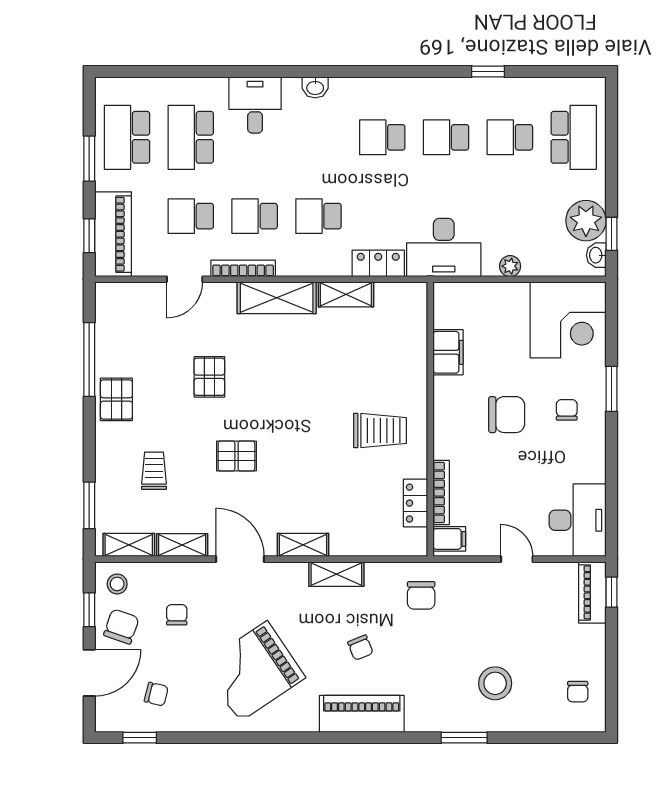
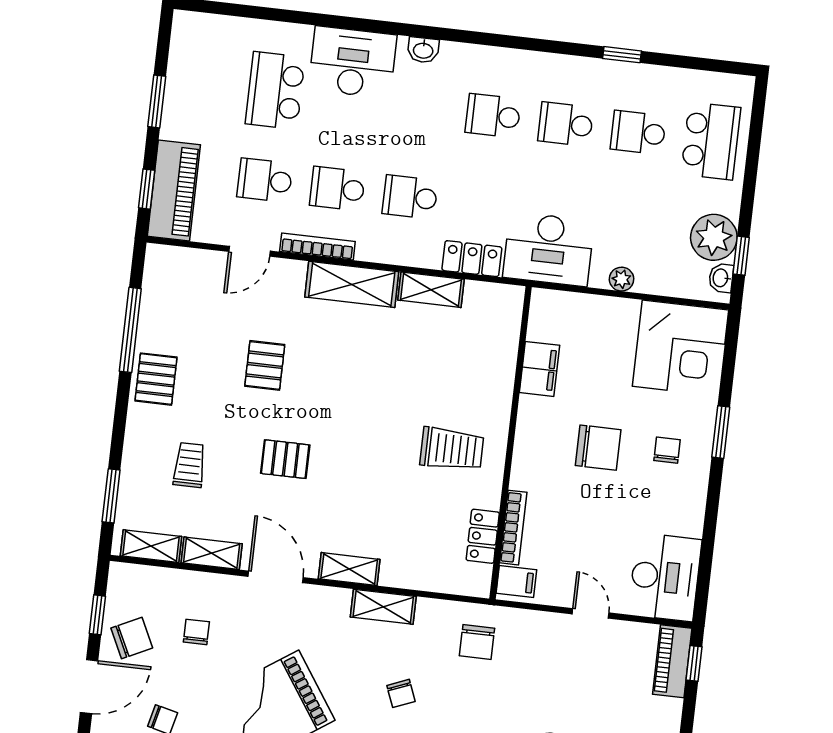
desk: (255, 105) -> (353, 62), width x1.37
school desk: (127, 137) -> (203, 82), removed
stool: (117, 584) -> (133, 589), removed
chair: (121, 627) -> (132, 638), turned 45

